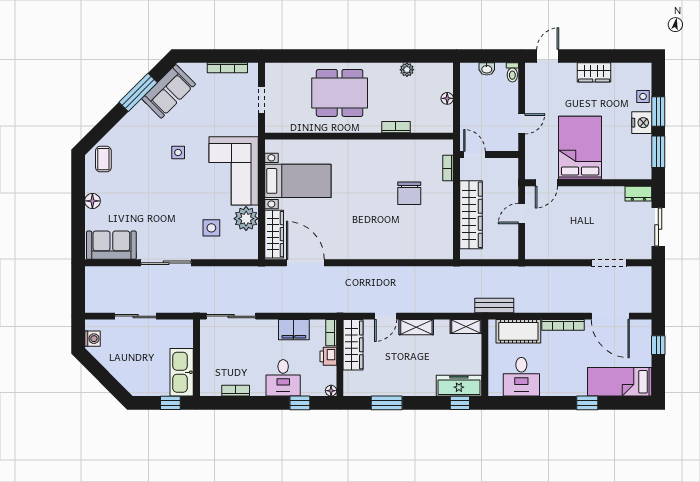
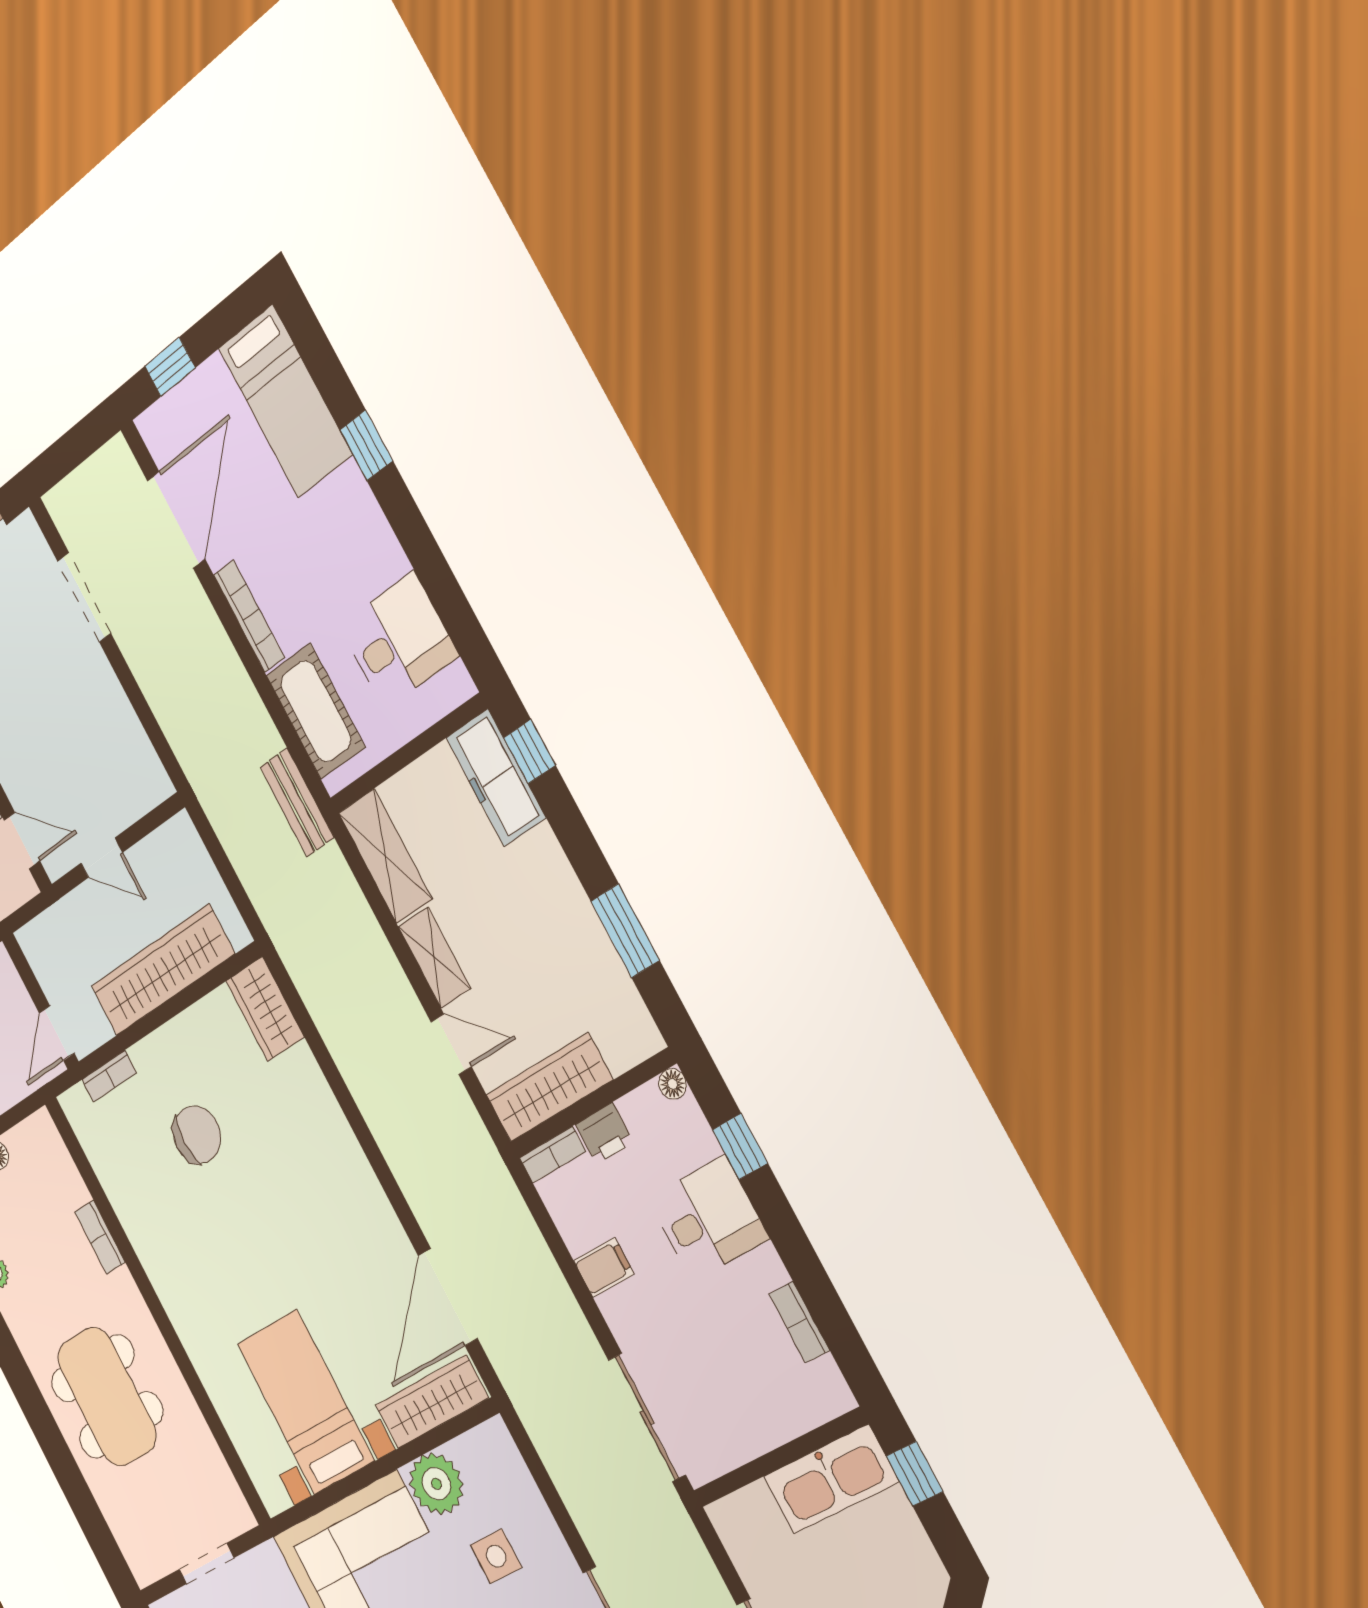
wardrobe: (436, 249) -> (265, 1009), added
shelving: (466, 327) -> (385, 856), width x1.50, depth x1.33
filing cabinet: (294, 330) -> (604, 1267), width x0.50

